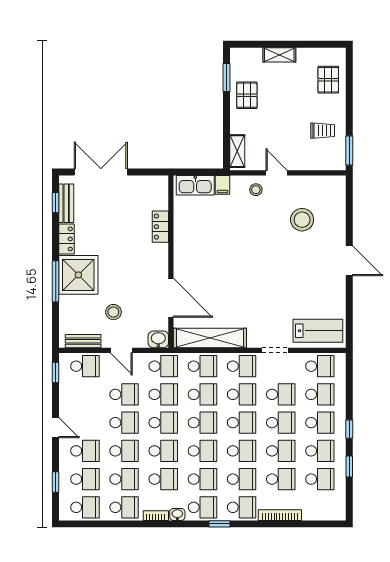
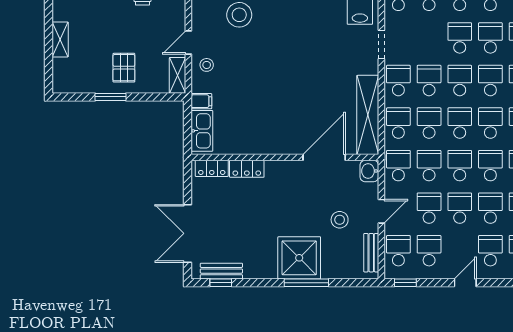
window: (226, 78) -> (111, 97), moved
pallet: (247, 95) -> (124, 68), moved, turned 90
shelving: (237, 151) -> (178, 75), moved, turned 90
locker: (66, 239) -> (212, 168), moved, turned 180
school desk: (281, 394) -> (429, 251), moved

